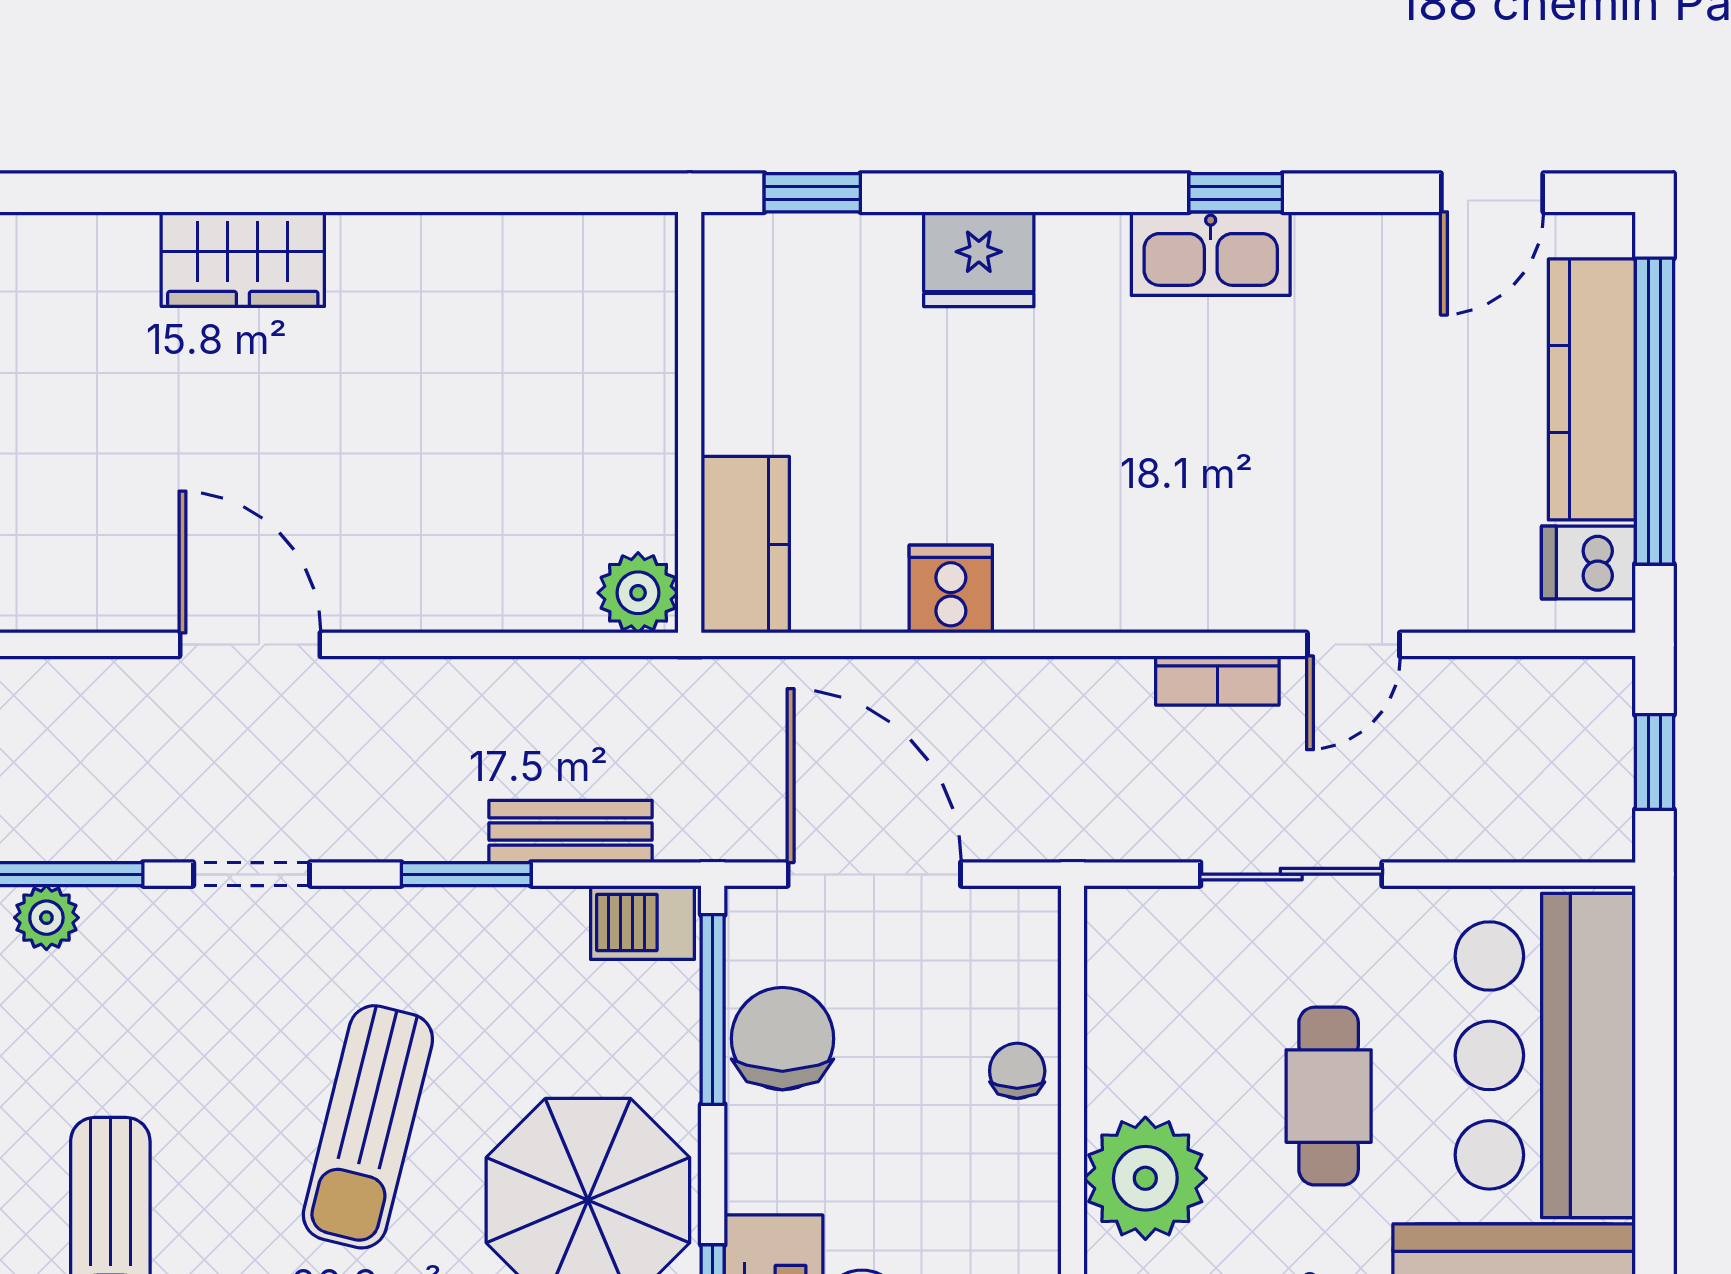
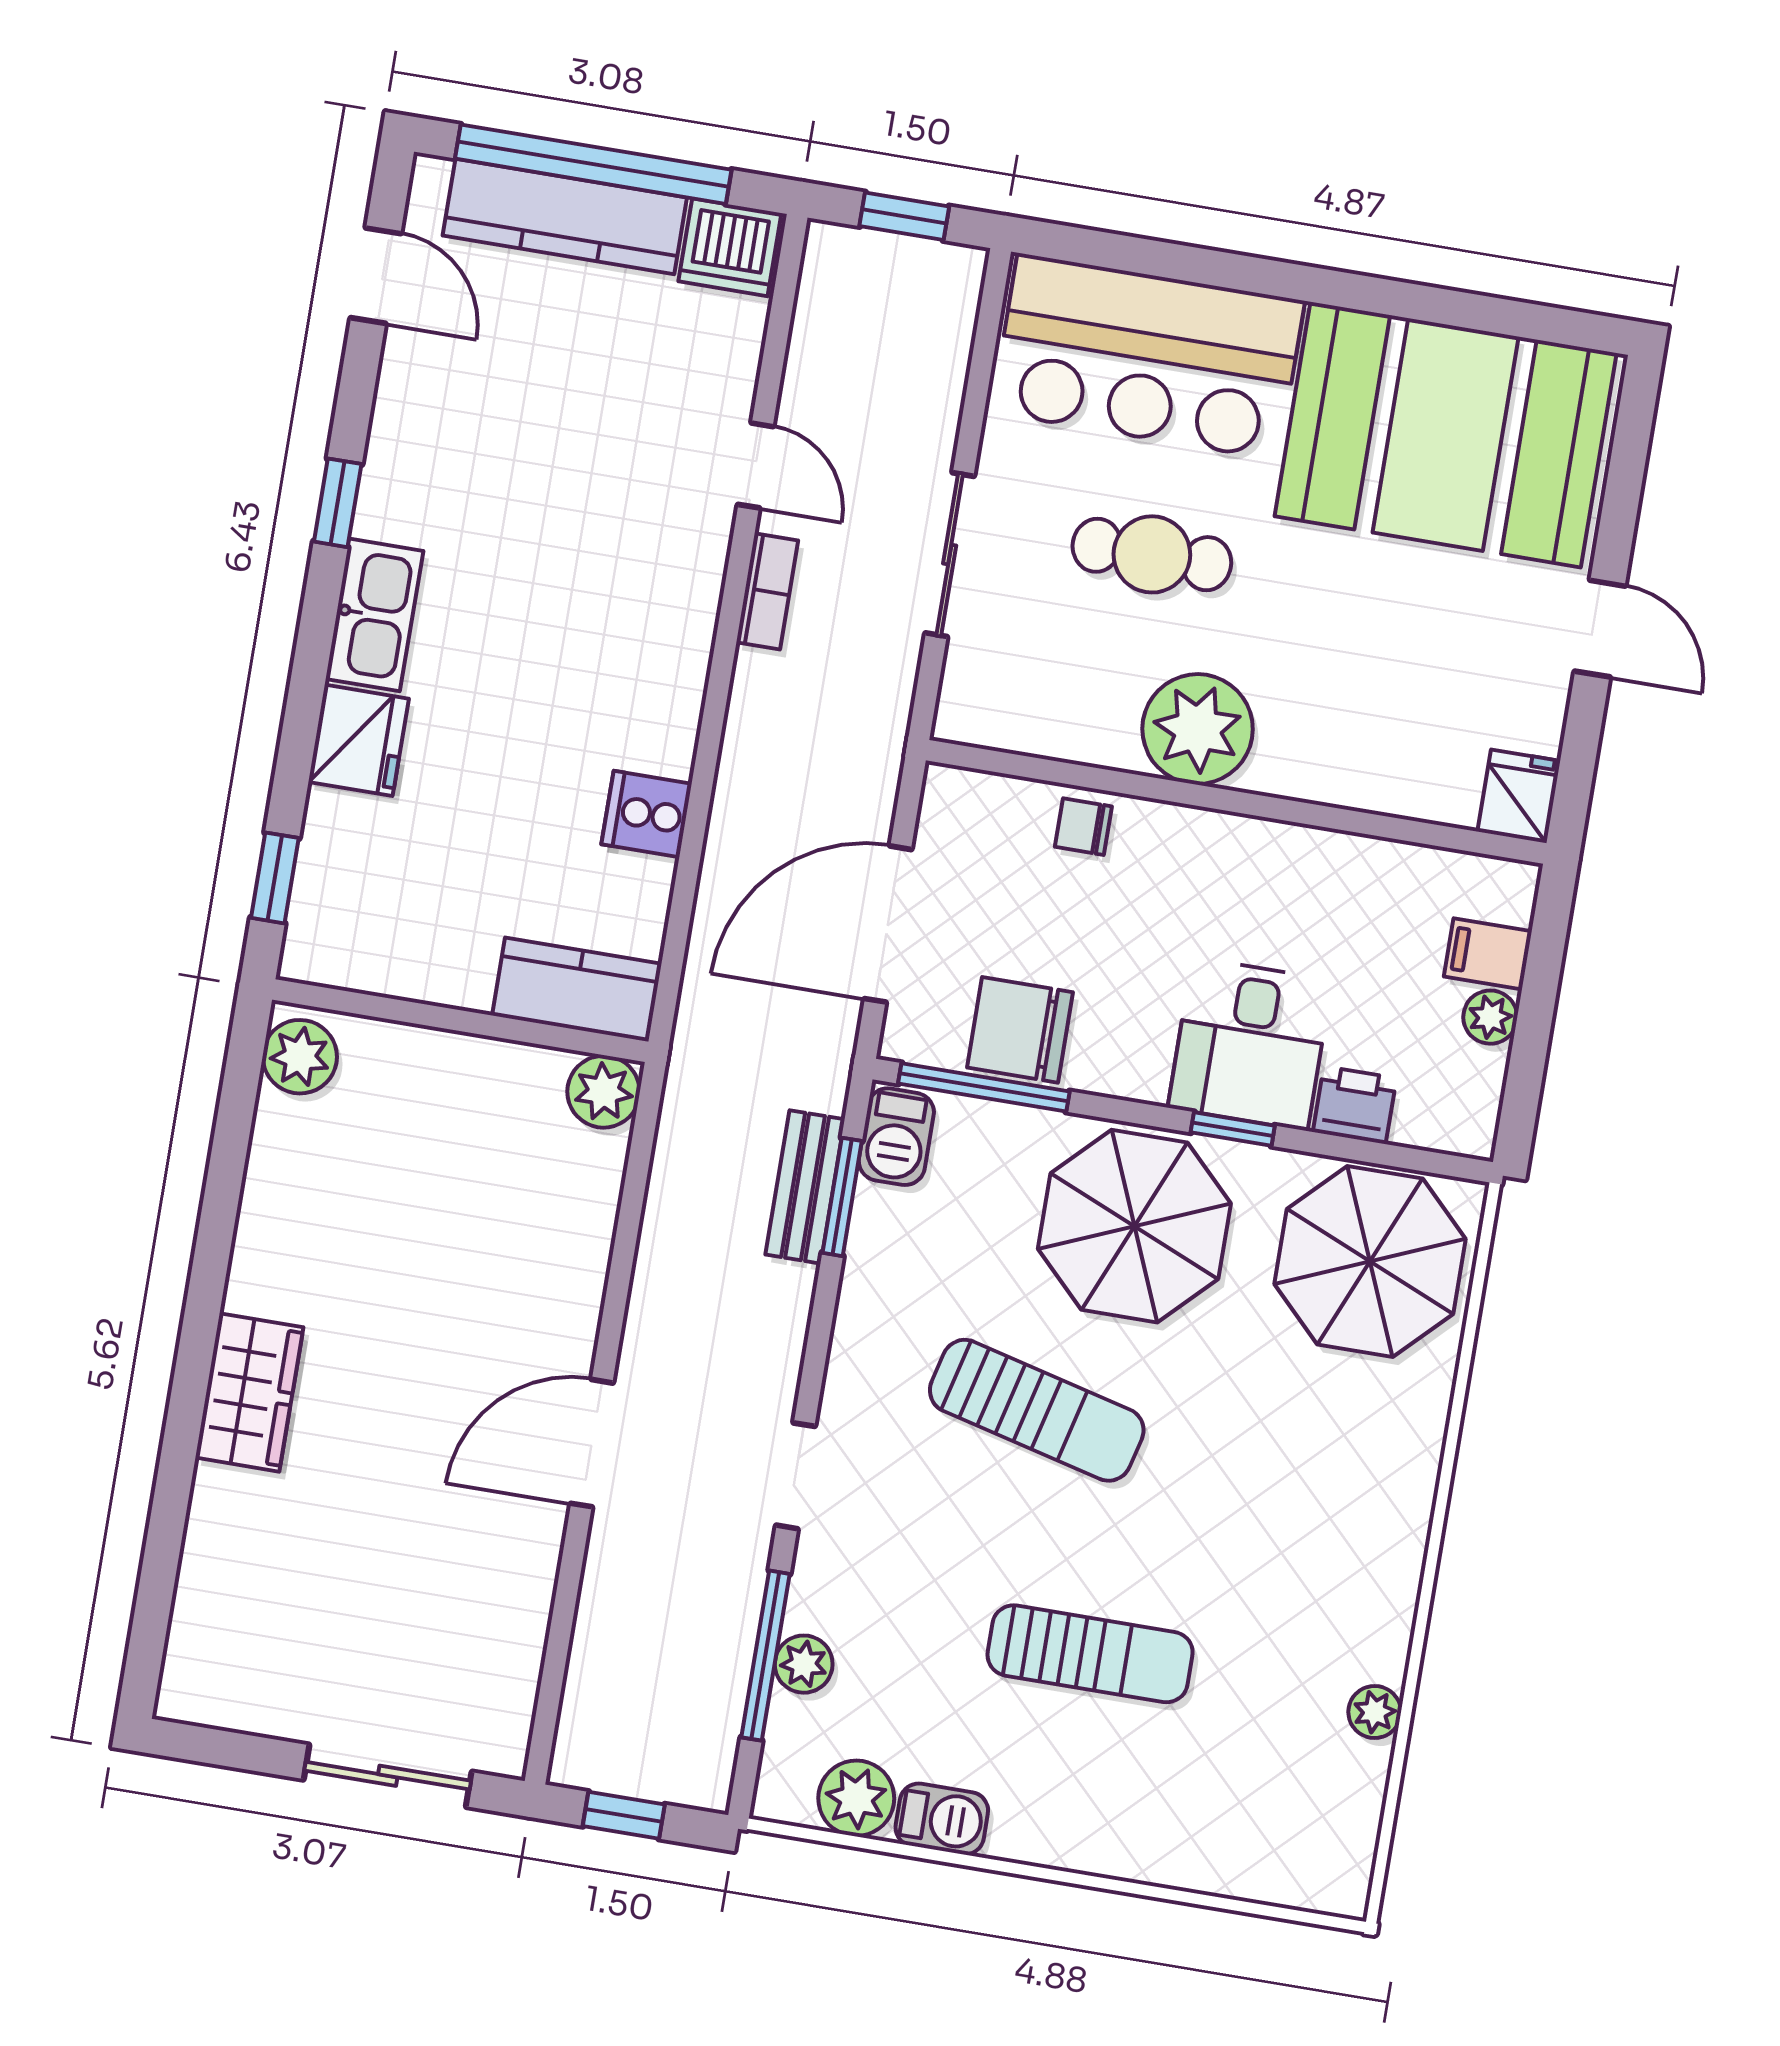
plant: (621, 253) -> (300, 1057), added
kitchen sink: (1211, 254) -> (374, 615), moved
dishwasher: (1588, 563) -> (730, 247), width x1.38
window: (466, 874) -> (842, 1197), moved

